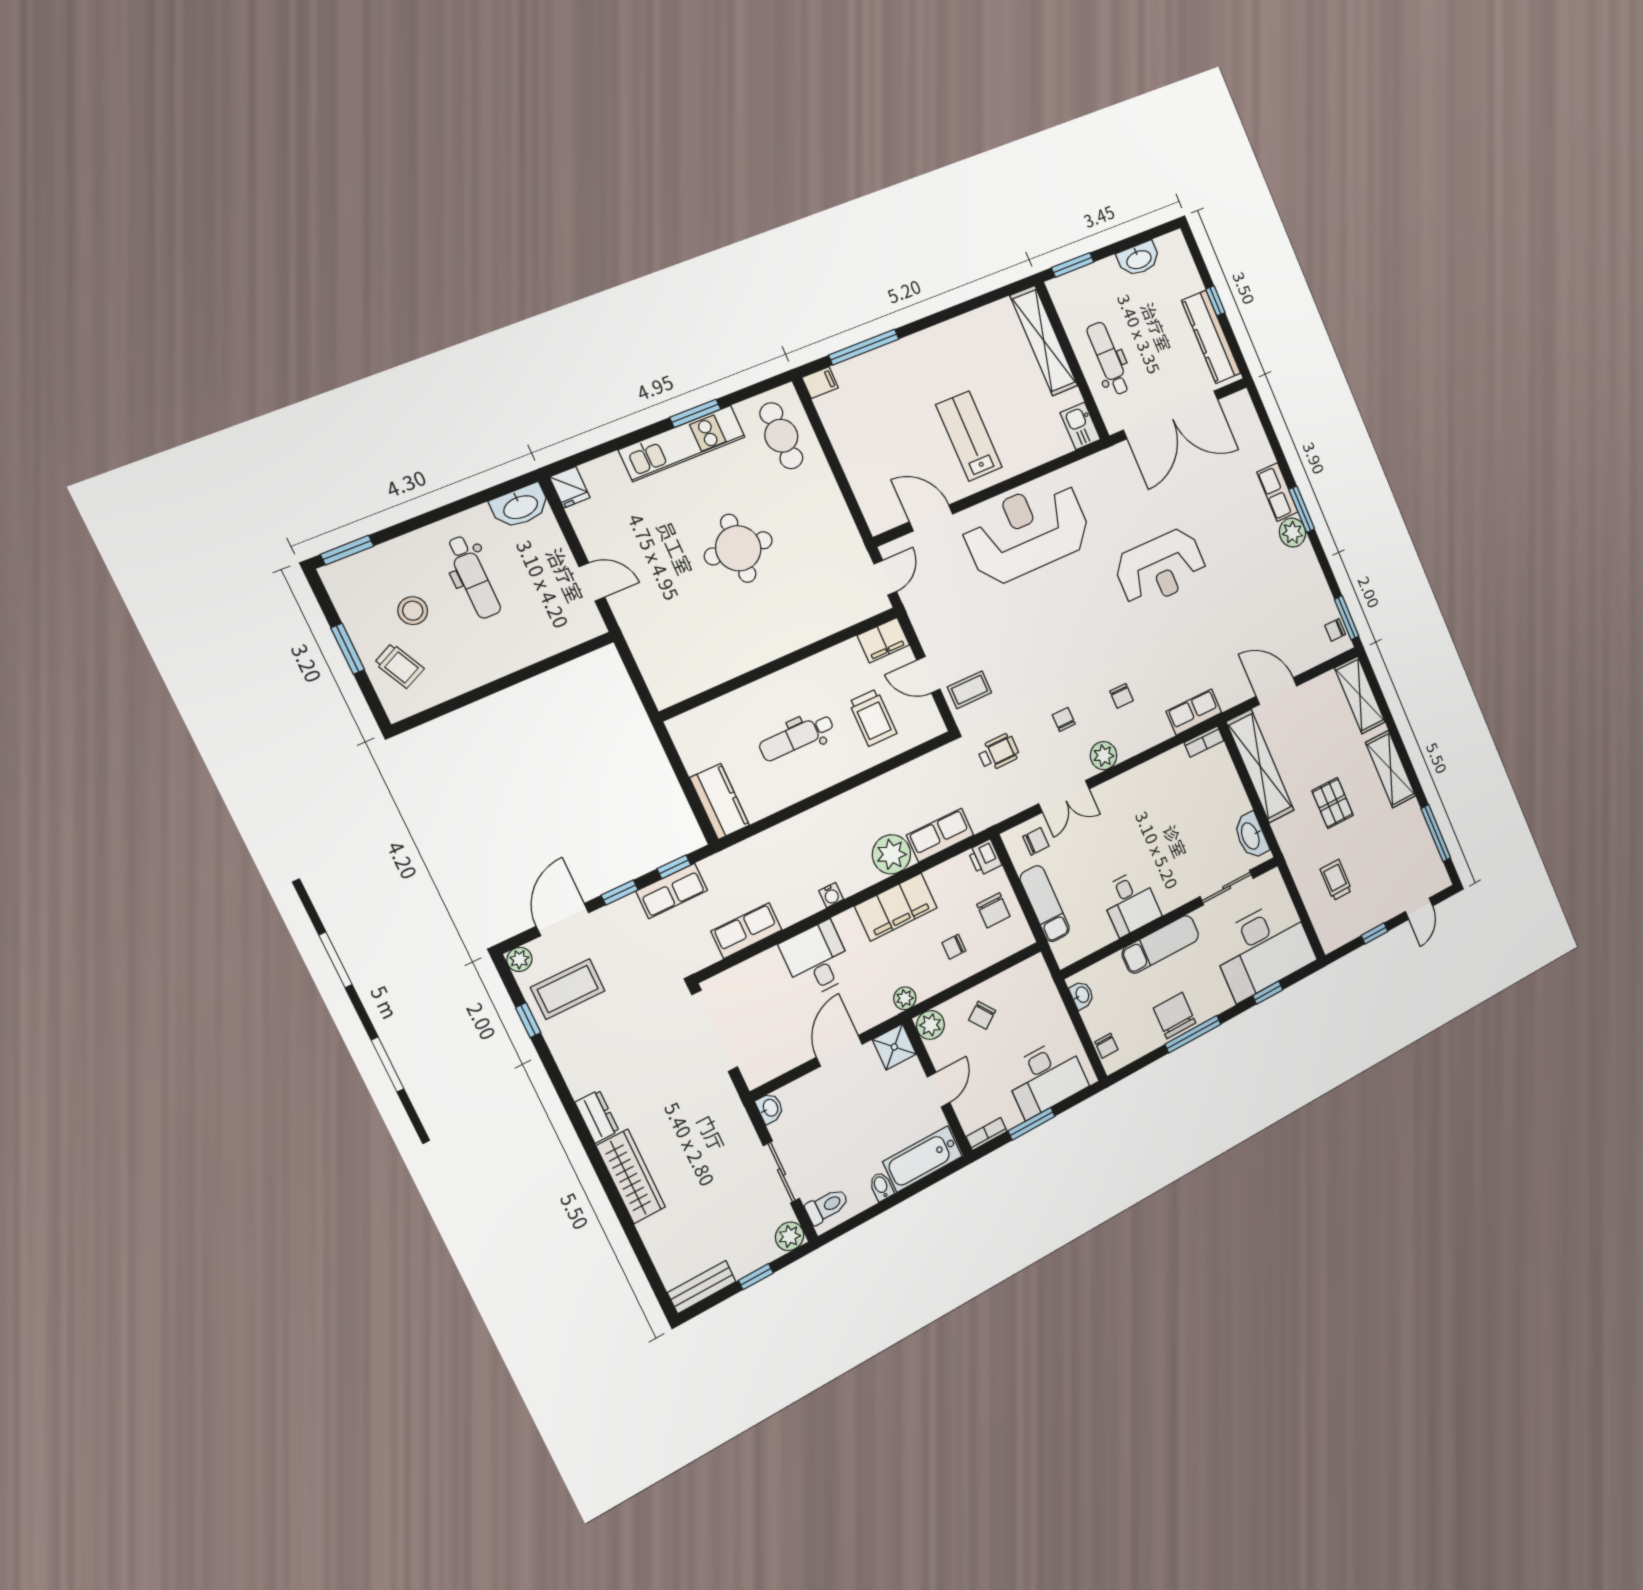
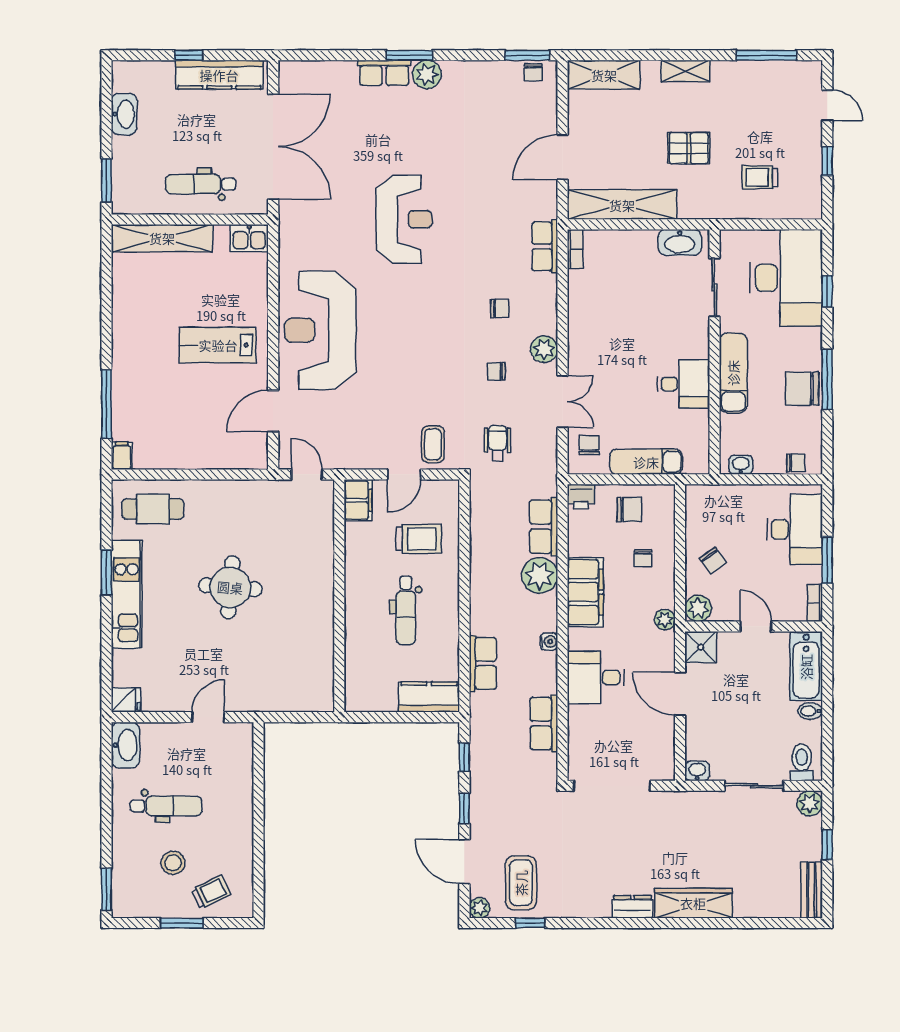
shelving: (1391, 769) -> (686, 71), width x0.67, depth x0.75
row of seats: (672, 891) -> (483, 663), moved

